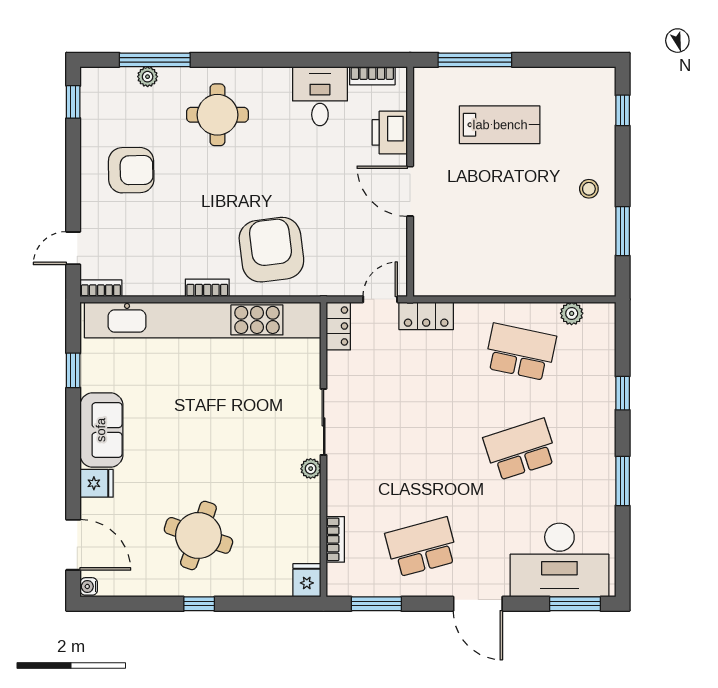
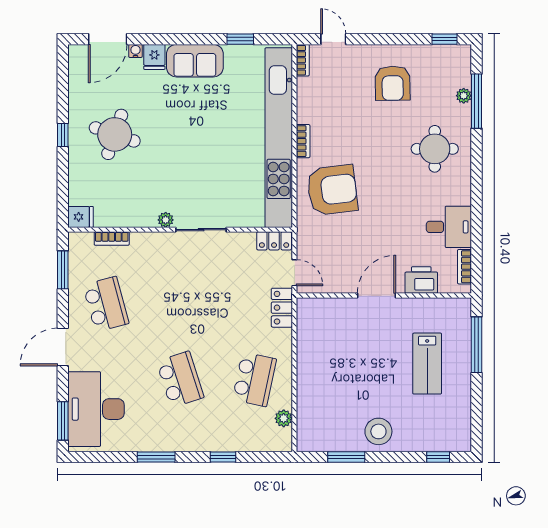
stool: (589, 189) -> (378, 431), width x1.89, depth x1.89
water cooler: (89, 586) -> (135, 51), moved

